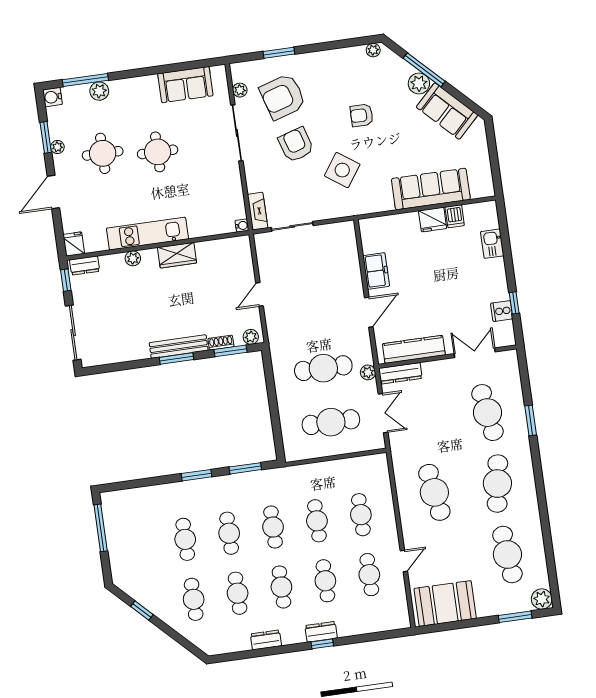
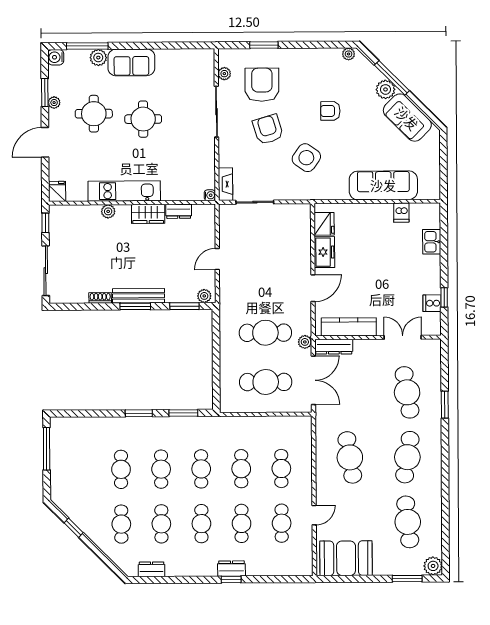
sofa: (185, 85) -> (131, 62), moved
armchair: (283, 97) -> (262, 85), turned 107
fridge: (433, 220) -> (324, 224), moved, turned -90
dresser: (85, 265) -> (179, 211), moved
shoe rack: (221, 343) -> (100, 298), moved
double door: (383, 413) -> (313, 380), width x1.37
dresser: (266, 640) -> (152, 569), moved

